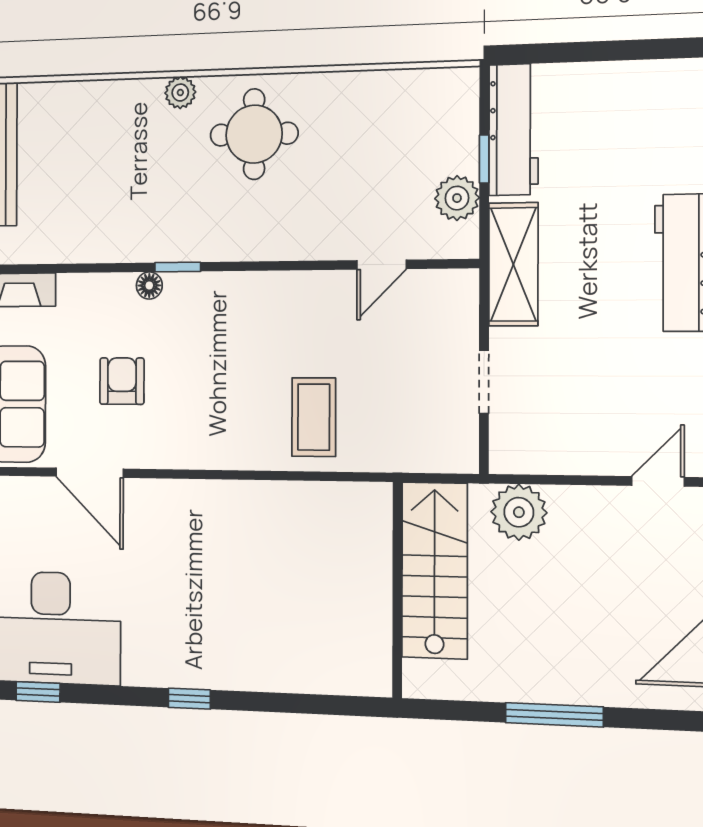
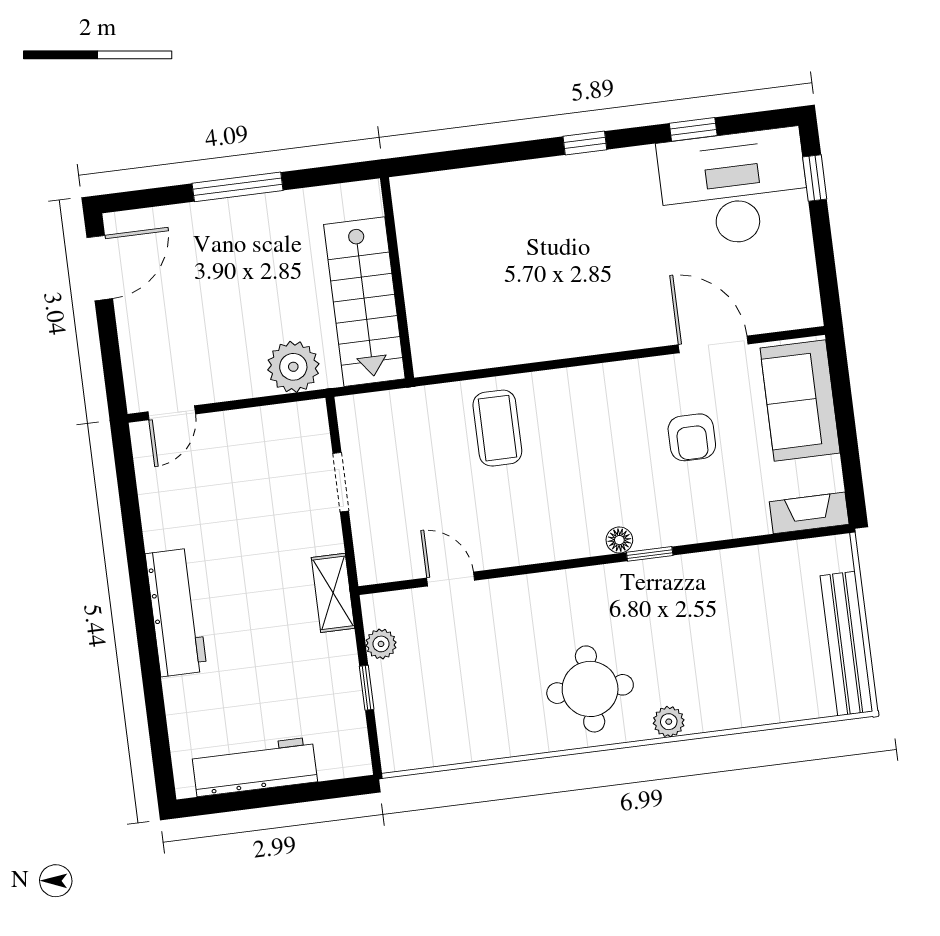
workbench: (513, 130) -> (255, 767), moved, turned 90
plant: (457, 198) -> (381, 644), width x0.73, depth x0.73
shelving: (513, 264) -> (333, 593), width x0.67, depth x0.75
door: (382, 265) -> (451, 579), hinge flipped
floor lamp: (149, 285) -> (619, 540), moved
window: (38, 692) -> (693, 129), moved

